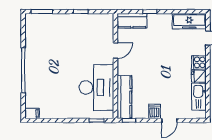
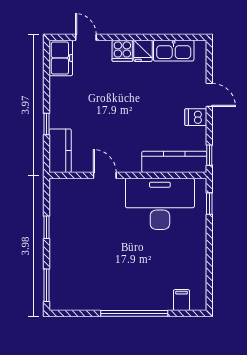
freezer: (189, 21) -> (61, 58), width x0.71
filing cabinet: (32, 113) -> (182, 300), moved

